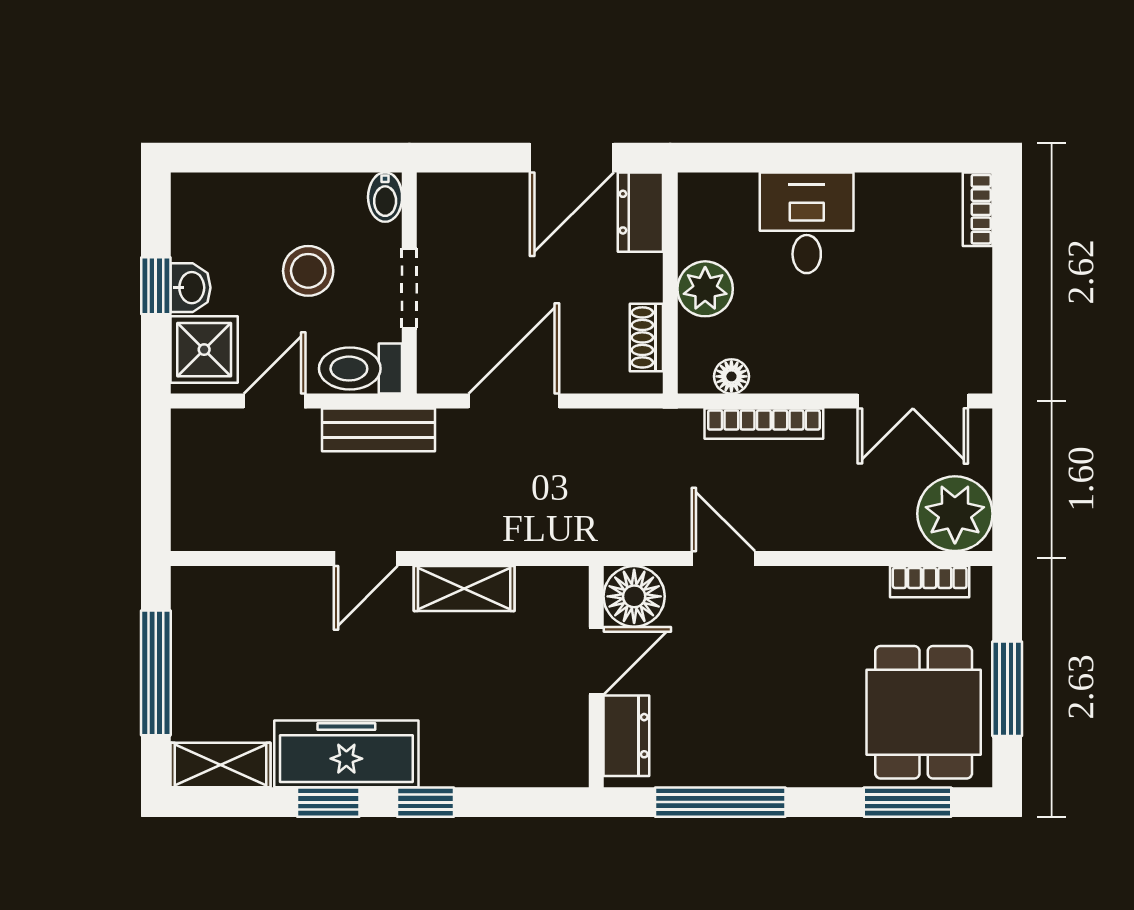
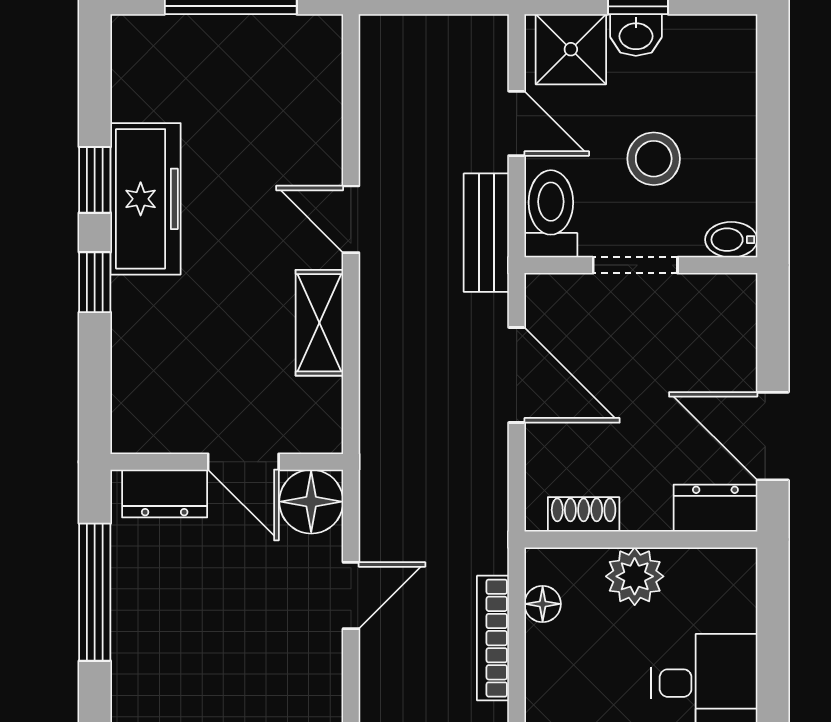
shelving: (221, 765) -> (134, 66), removed

